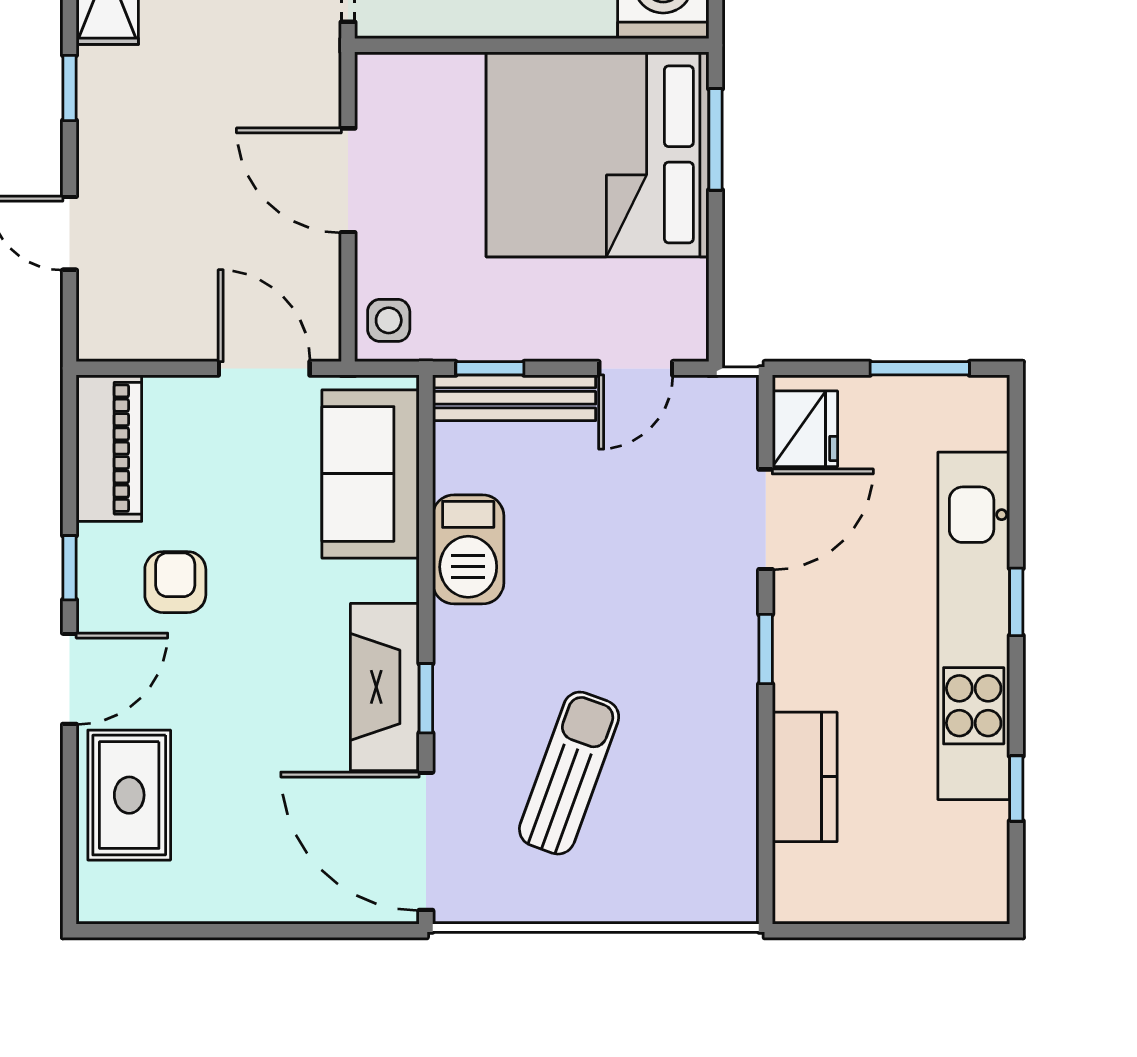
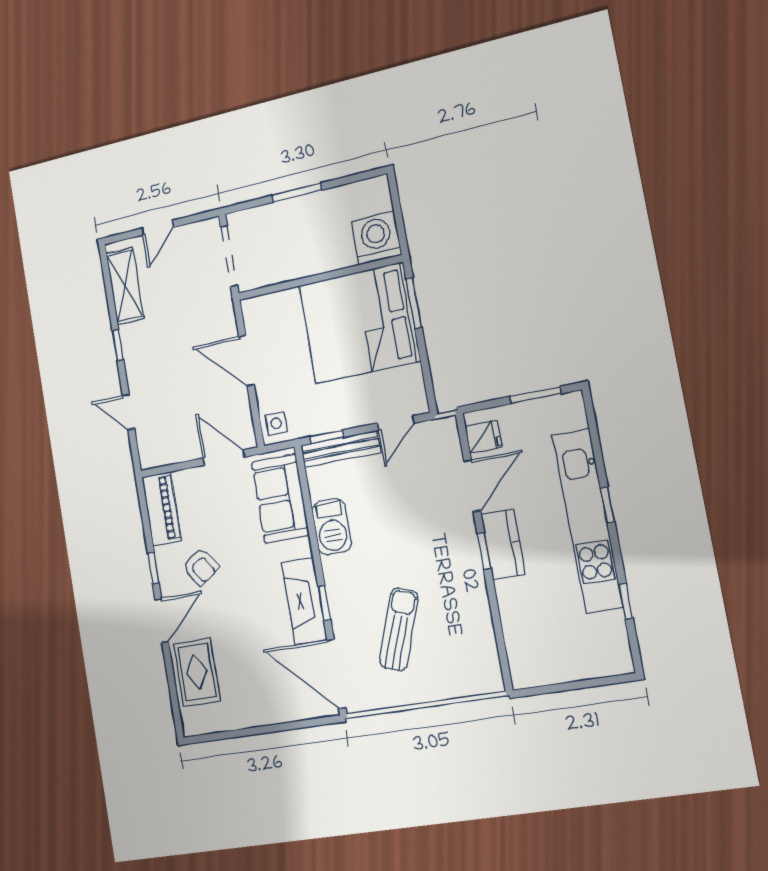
fridge: (805, 429) -> (483, 437), width x0.72
armchair: (175, 582) -> (201, 567), turned 146
kitchen counter: (805, 777) -> (503, 544), moved

